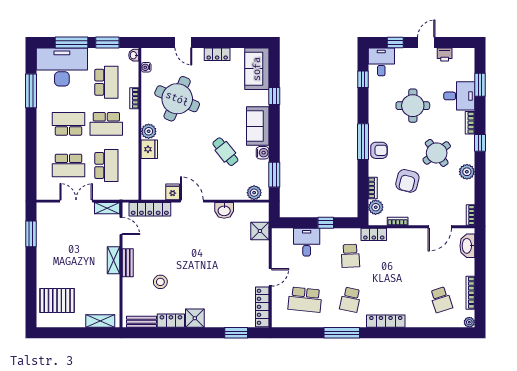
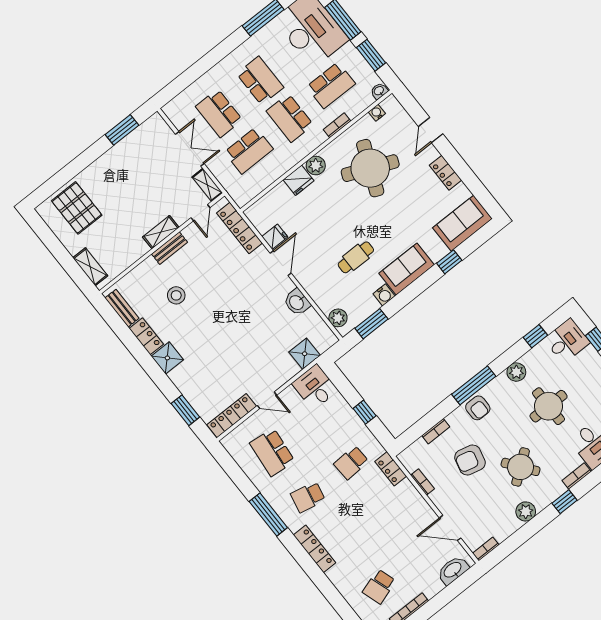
cafe table: (225, 152) -> (356, 257), turned 39
plant: (376, 207) -> (516, 372), moved
desk: (307, 242) -> (315, 387), moved, turned -90

